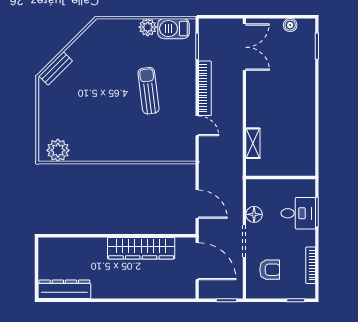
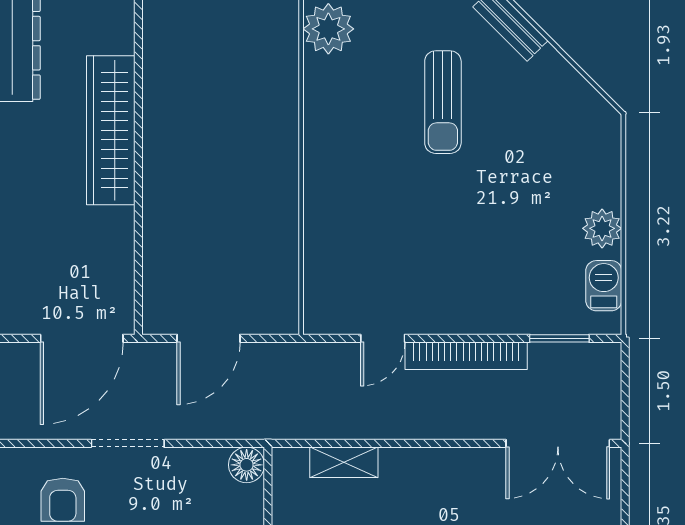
barbecue: (173, 29) -> (604, 286), width x0.73, depth x0.79
sun lounger: (149, 91) -> (443, 102), moved, turned 97
floor lamp: (254, 214) -> (247, 465), moved
wardrobe: (141, 248) -> (111, 130), moved

